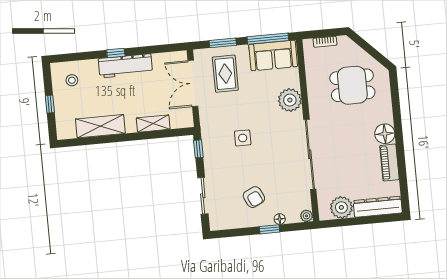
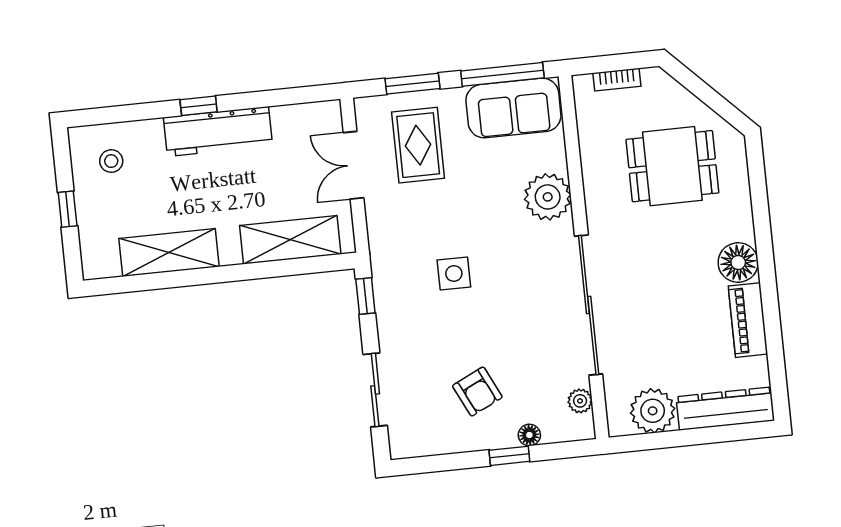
double door: (193, 83) -> (354, 165), width x0.73
shelving: (153, 124) -> (290, 240), width x1.50, depth x1.33
plant: (306, 216) -> (580, 401), moved

